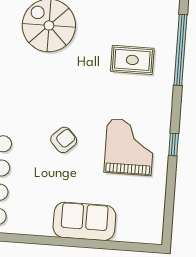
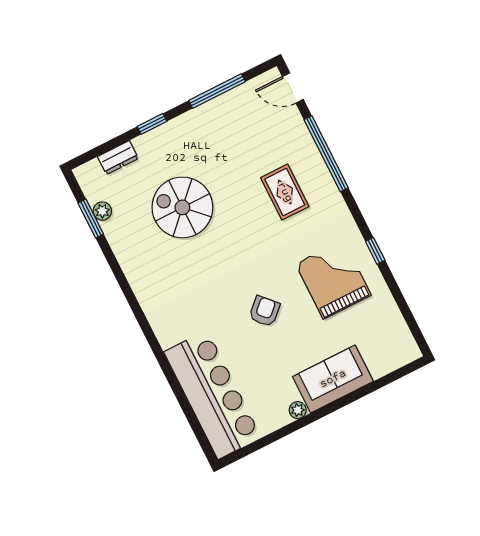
rug: (132, 60) -> (285, 192), turned 90
plant: (44, 229) -> (298, 410), added

